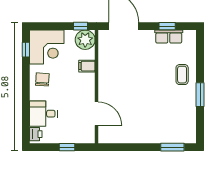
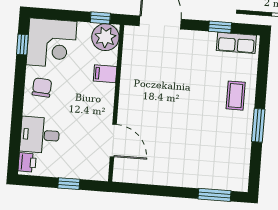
row of seats: (169, 37) -> (236, 43), moved

